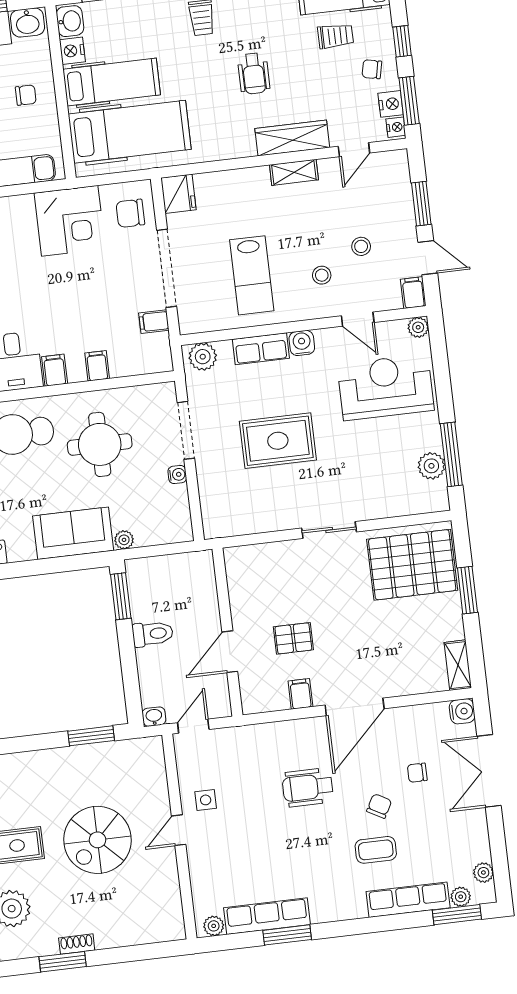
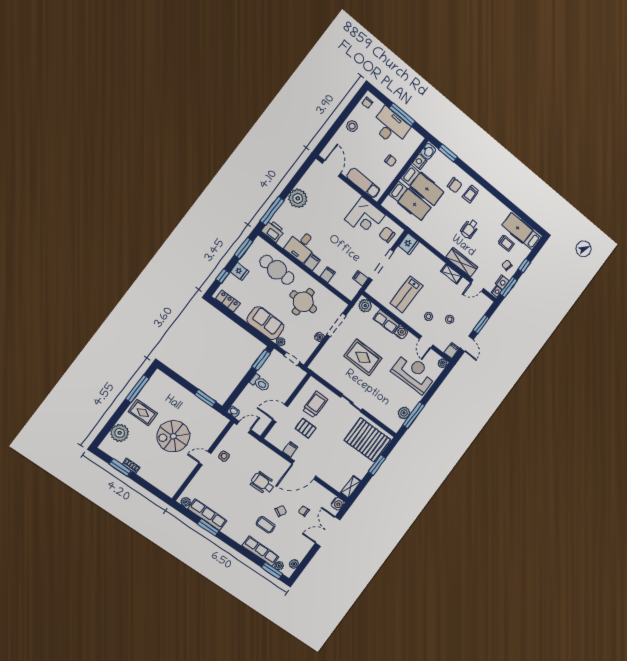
washbasin: (28, 22) -> (414, 137), removed
chair: (163, 30) -> (455, 185), added
hospital bed: (130, 132) -> (410, 201), width x0.73, depth x0.78
doorway: (167, 549) -> (292, 359), added
trolley: (272, 586) -> (315, 404), added

